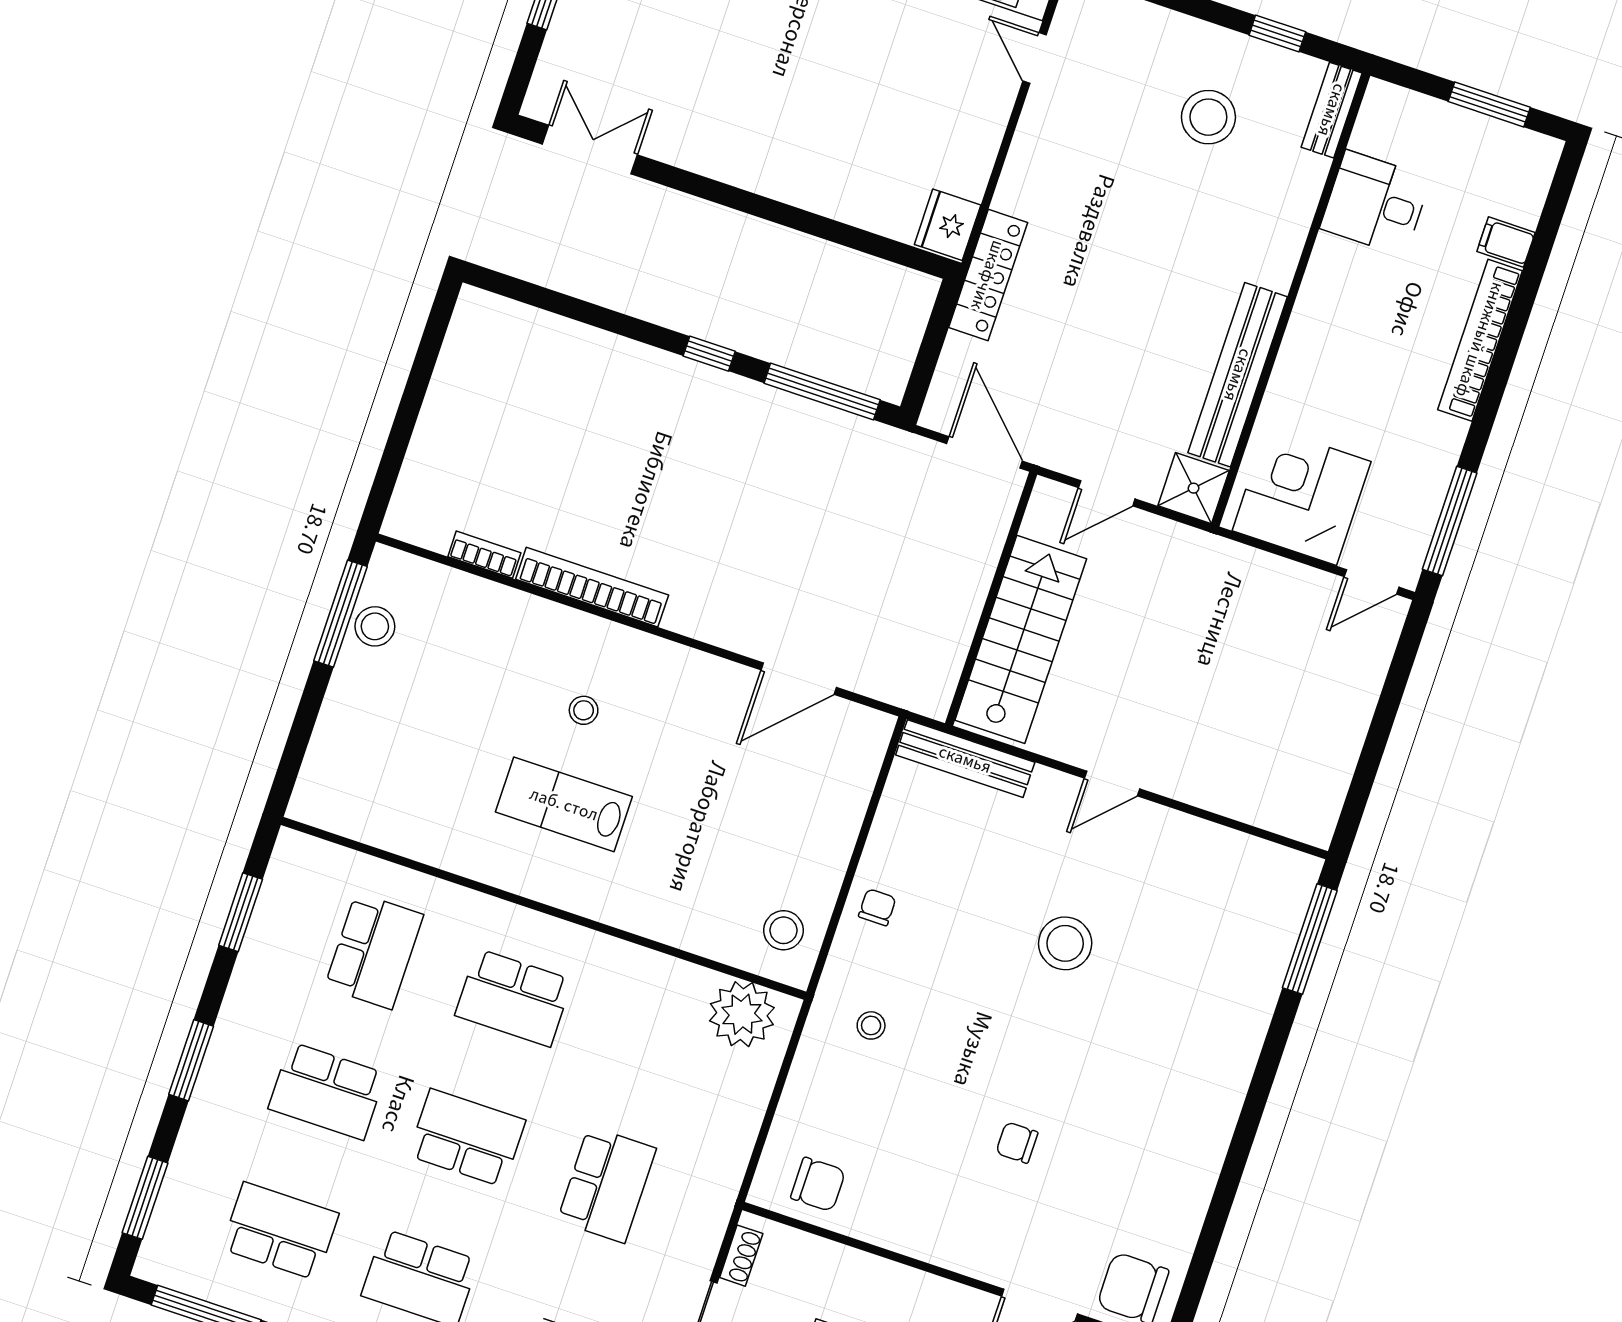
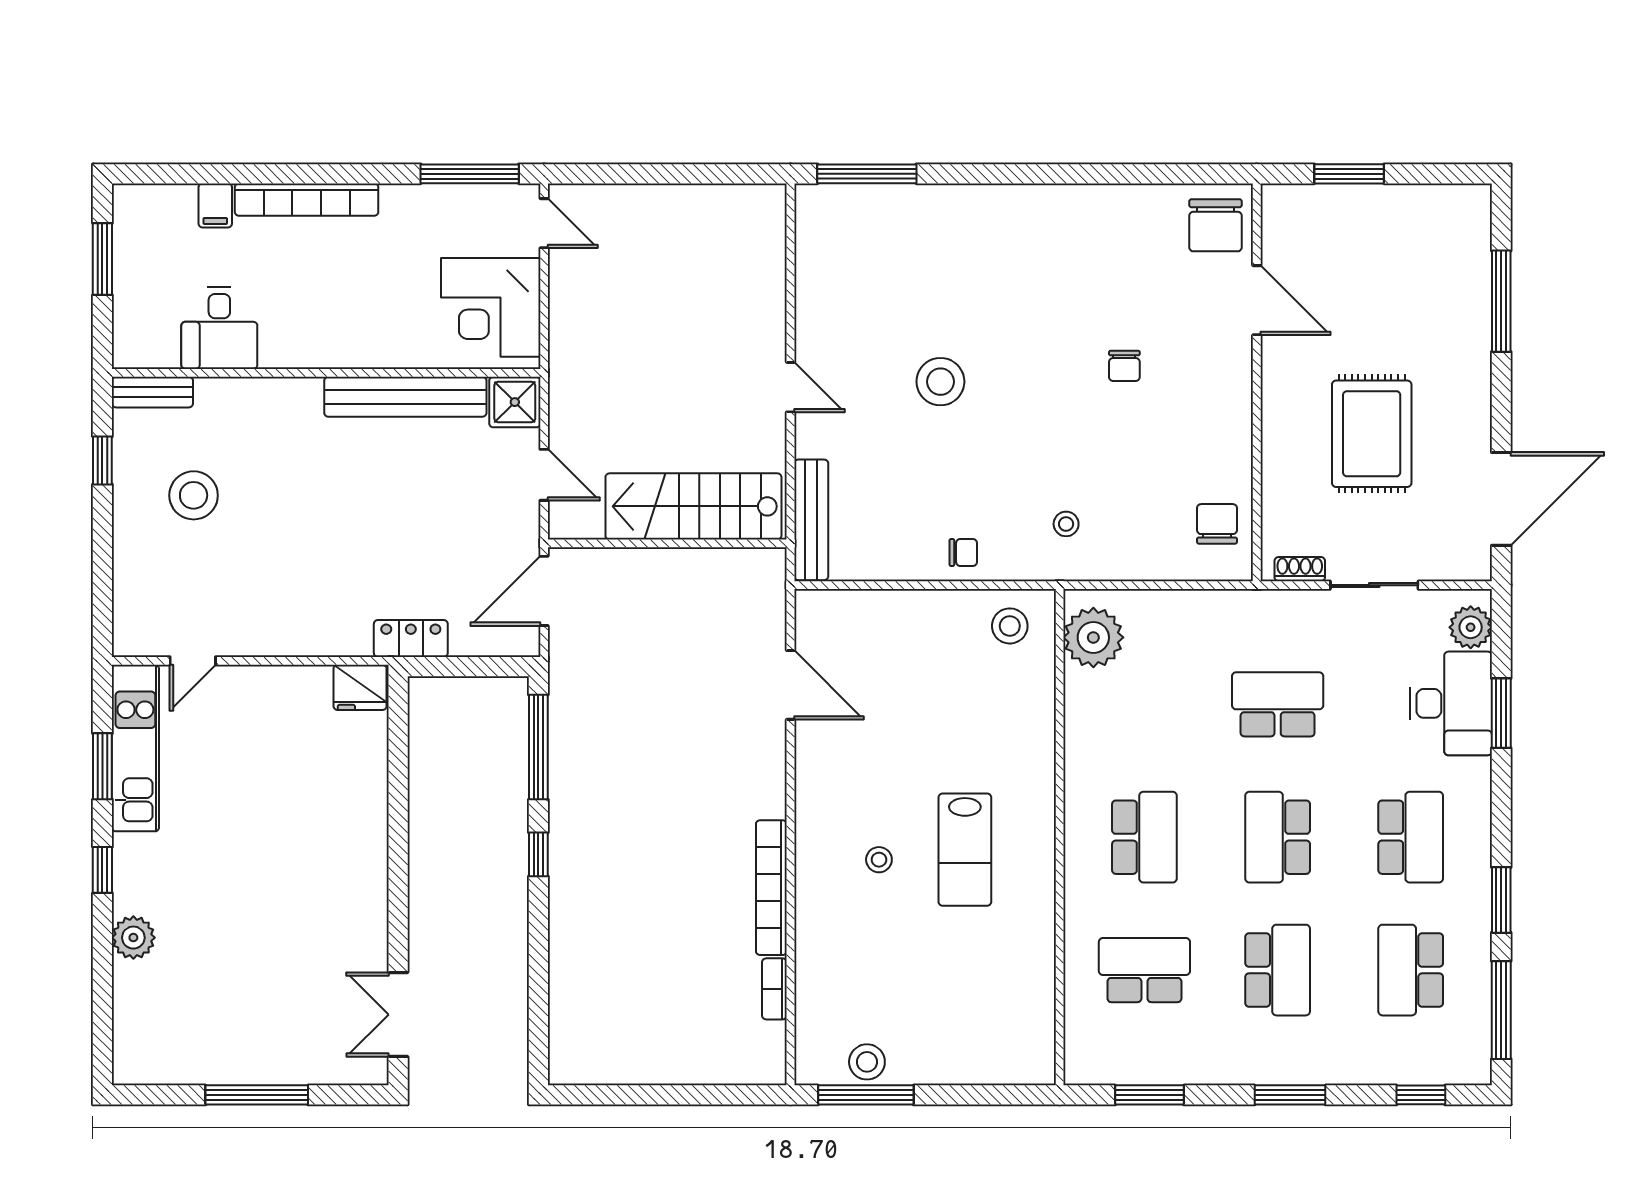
locker: (988, 275) -> (411, 638), width x0.66
chair: (877, 907) -> (963, 552), turned 180
window: (145, 1198) -> (1421, 1095), width x0.67

